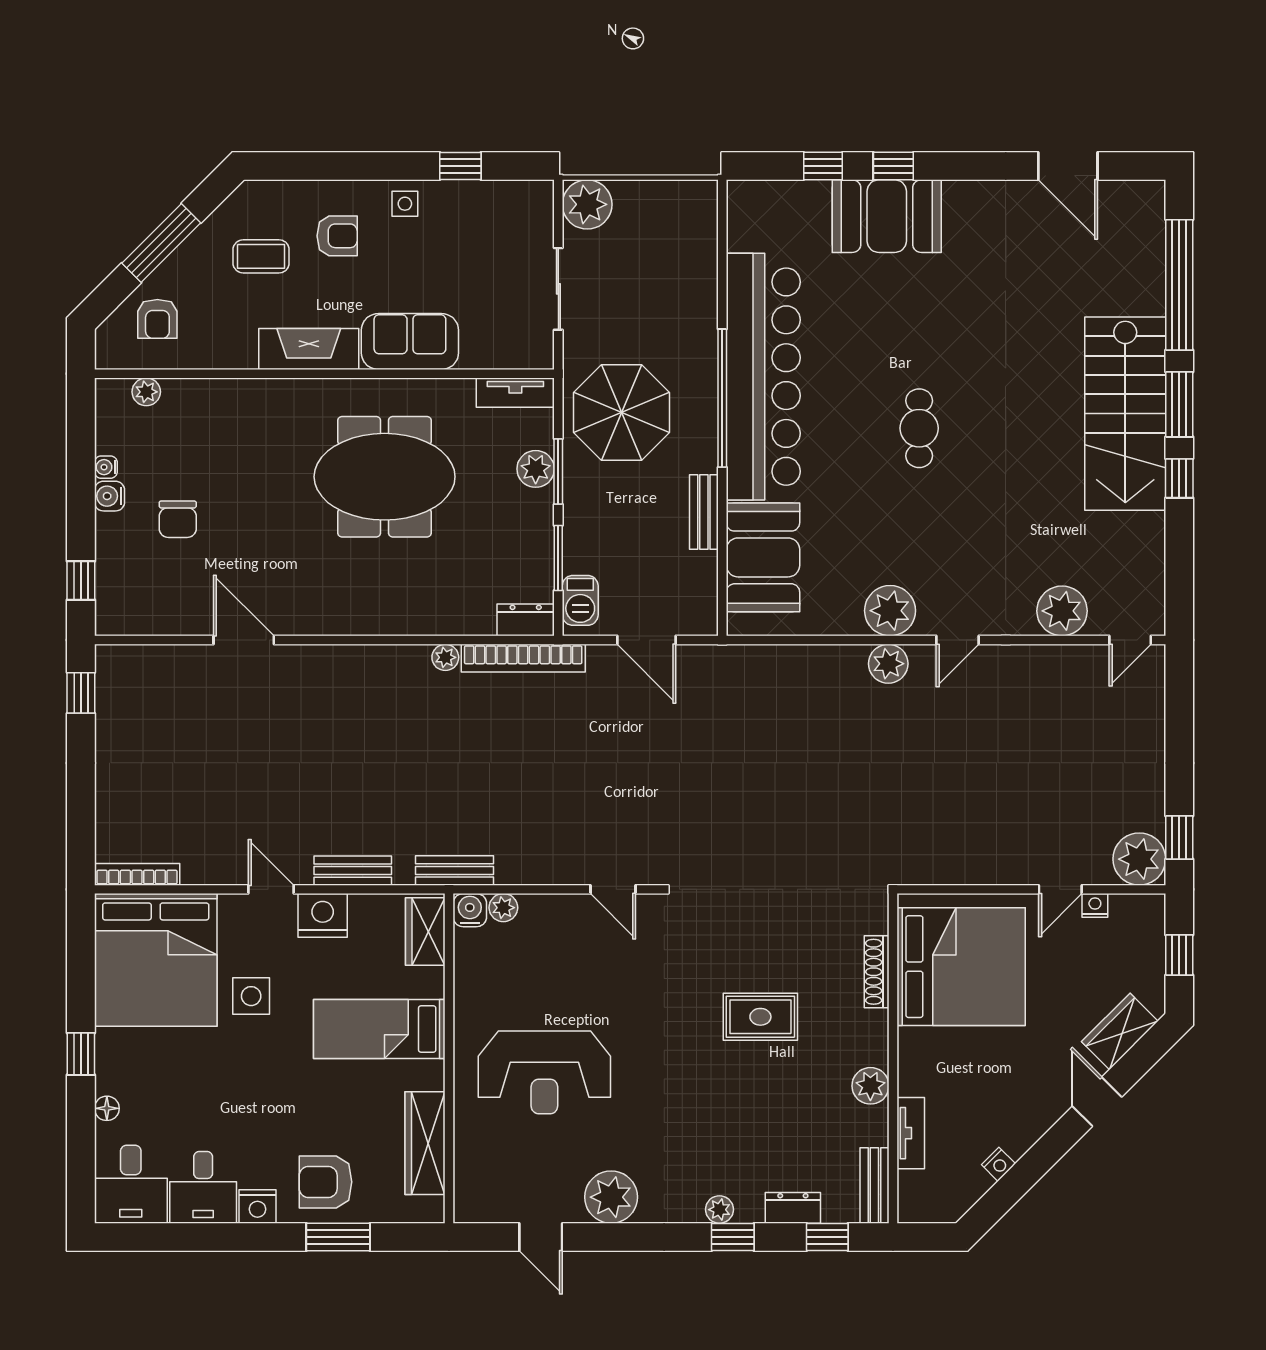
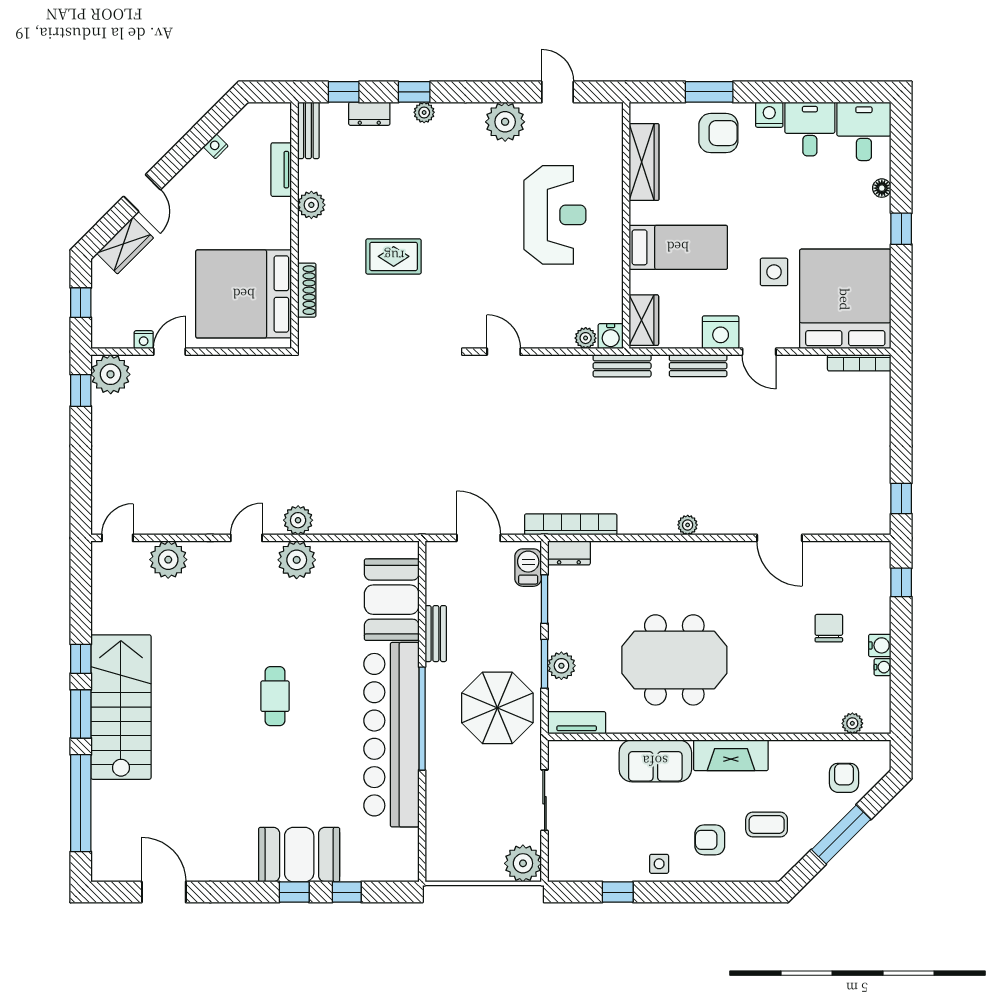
plant: (445, 657) -> (688, 525), moved
reception desk: (544, 1072) -> (555, 215), turned 90

